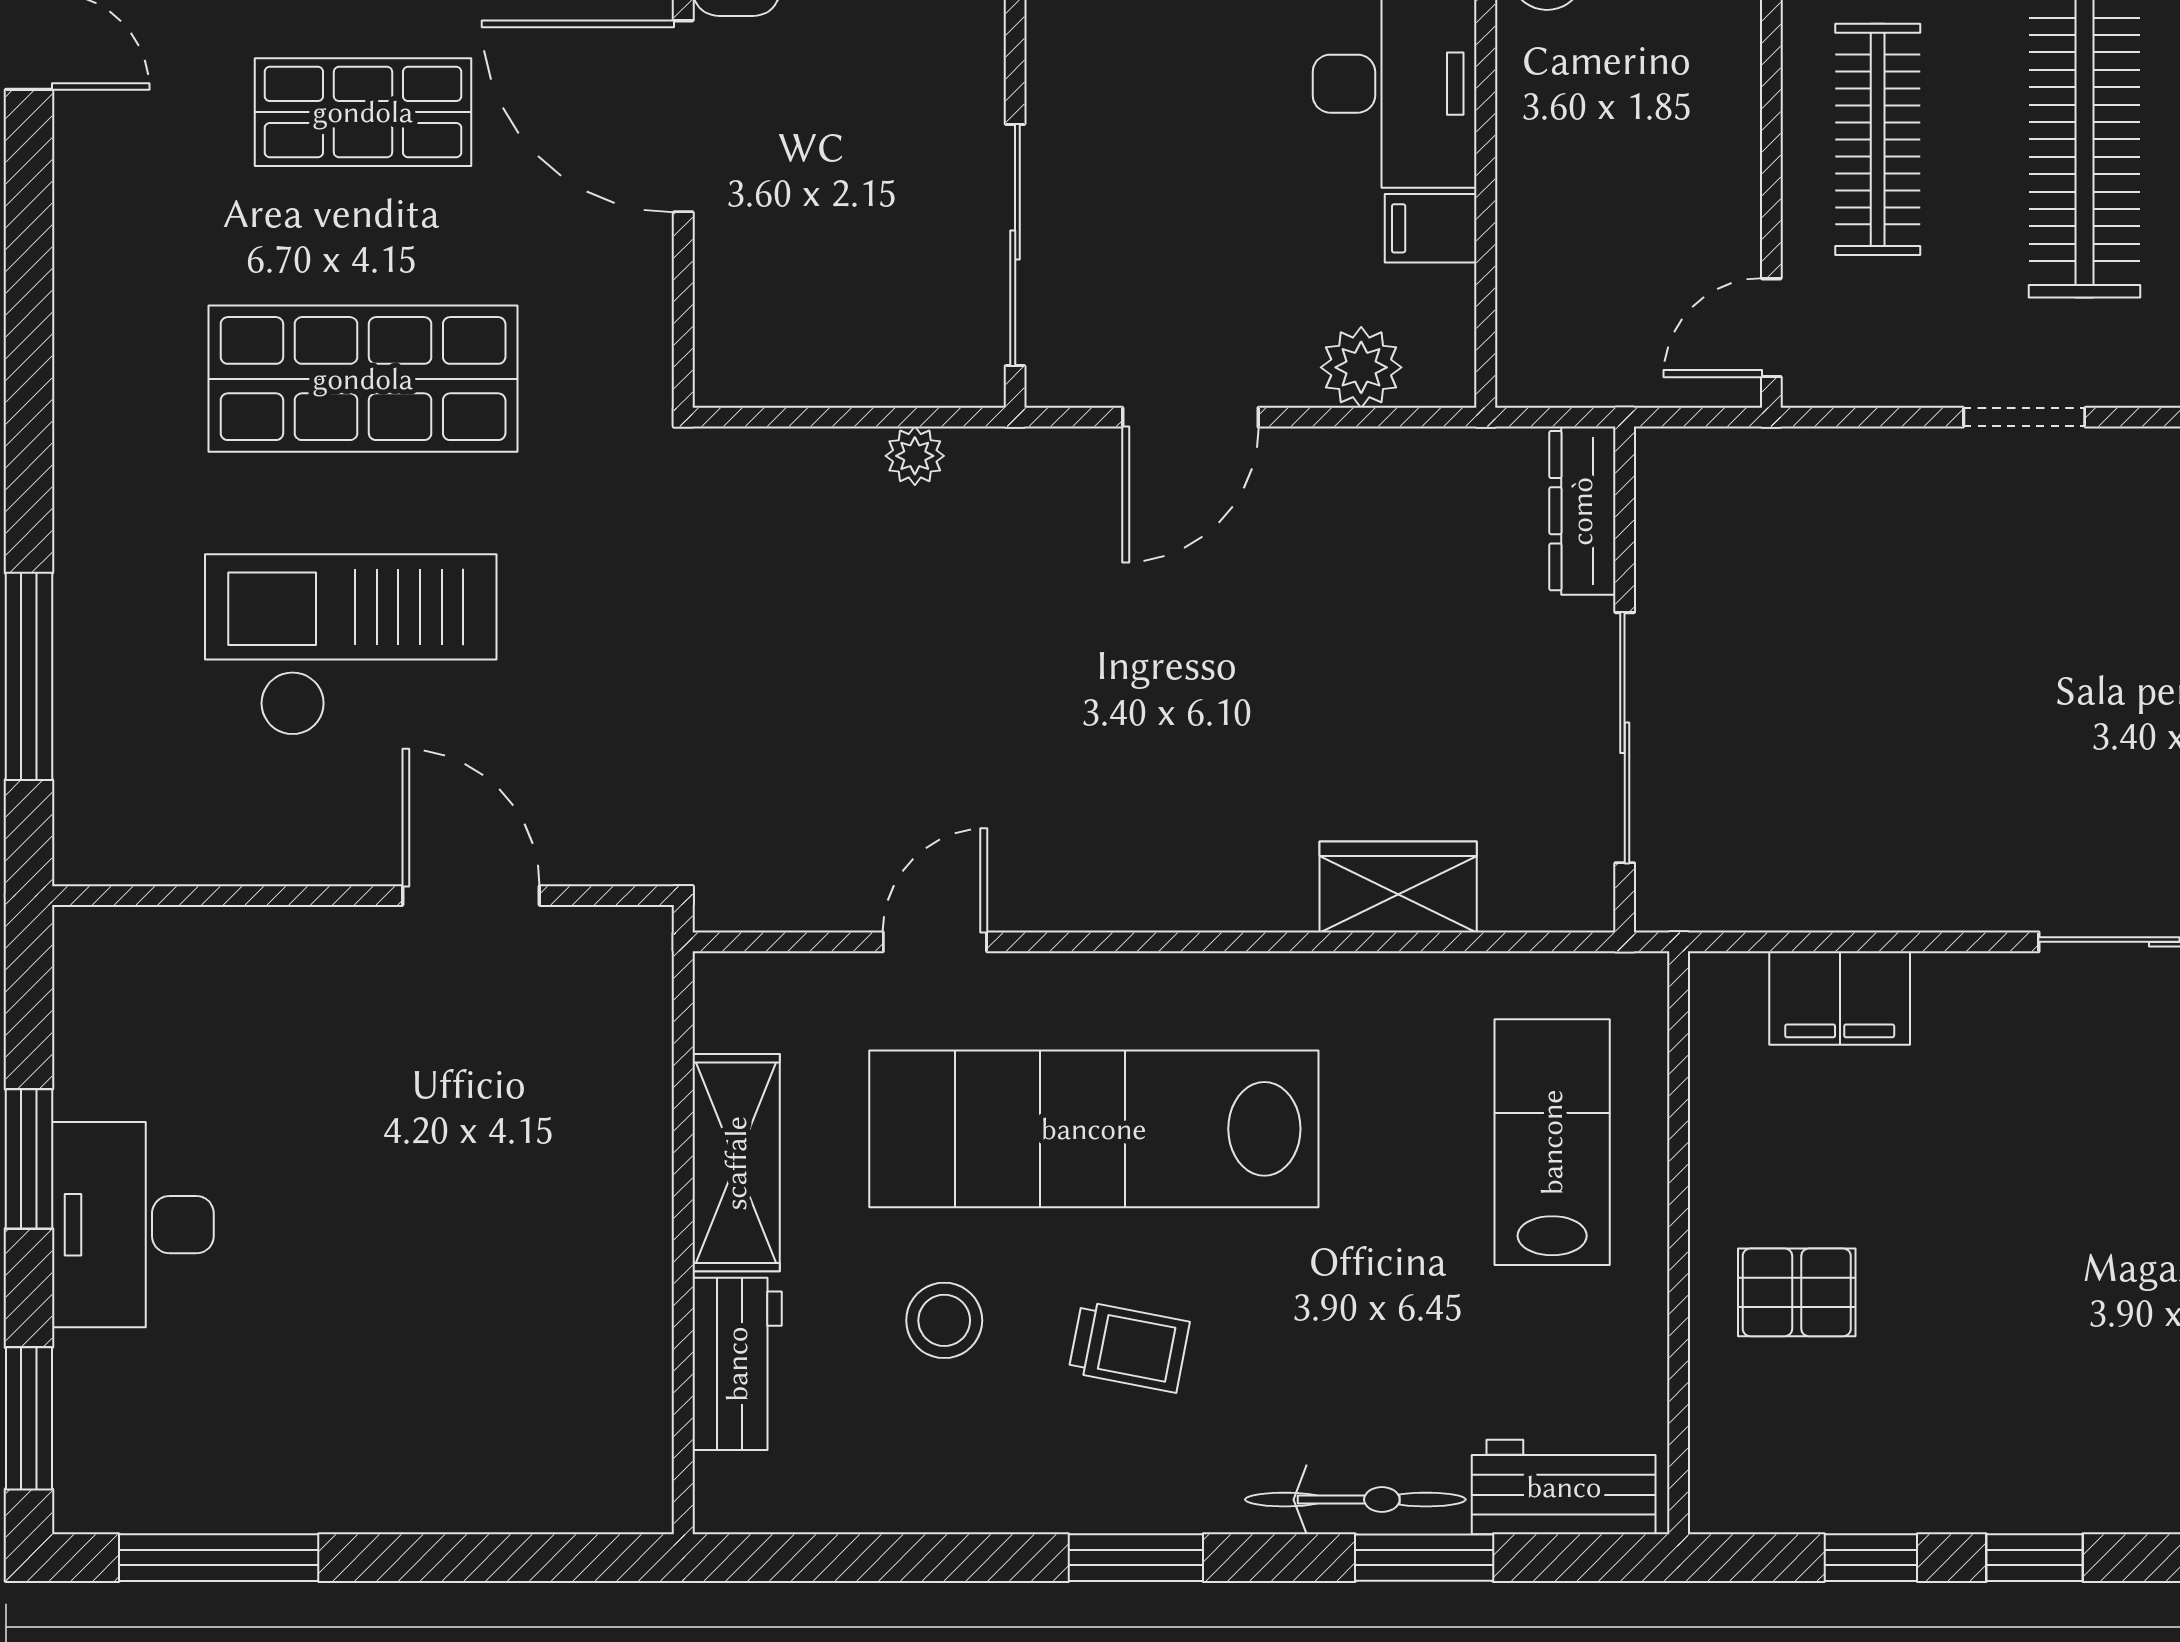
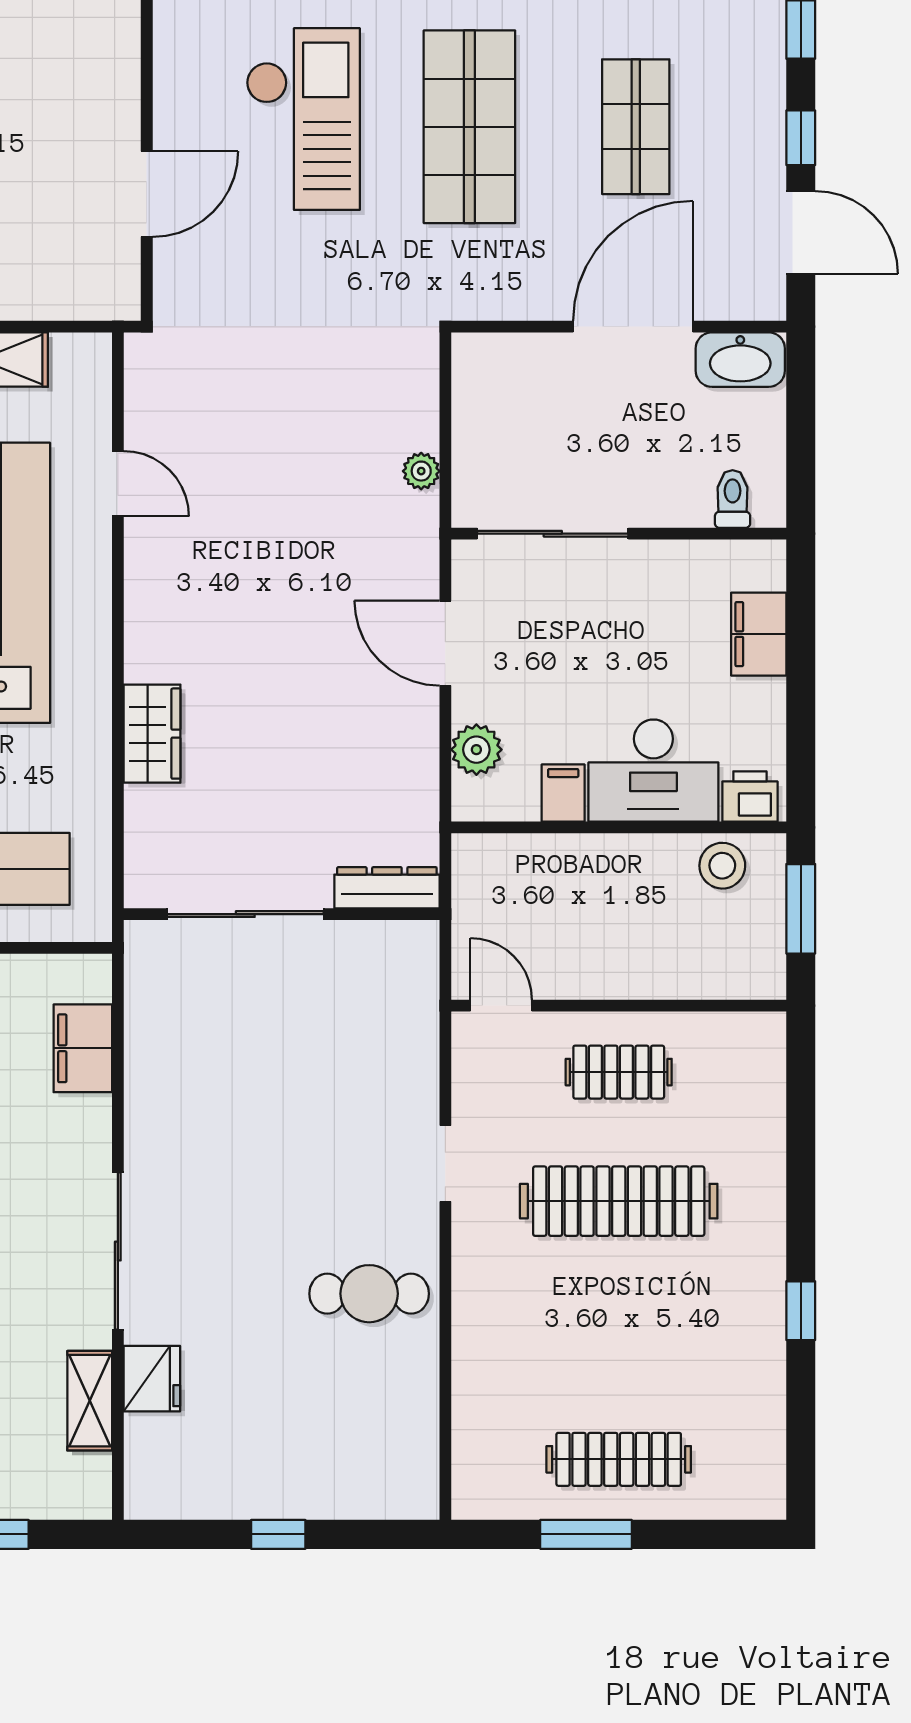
clothes rail: (1878, 139) -> (619, 1072), width x0.73
wardrobe: (1398, 887) -> (152, 734), moved

